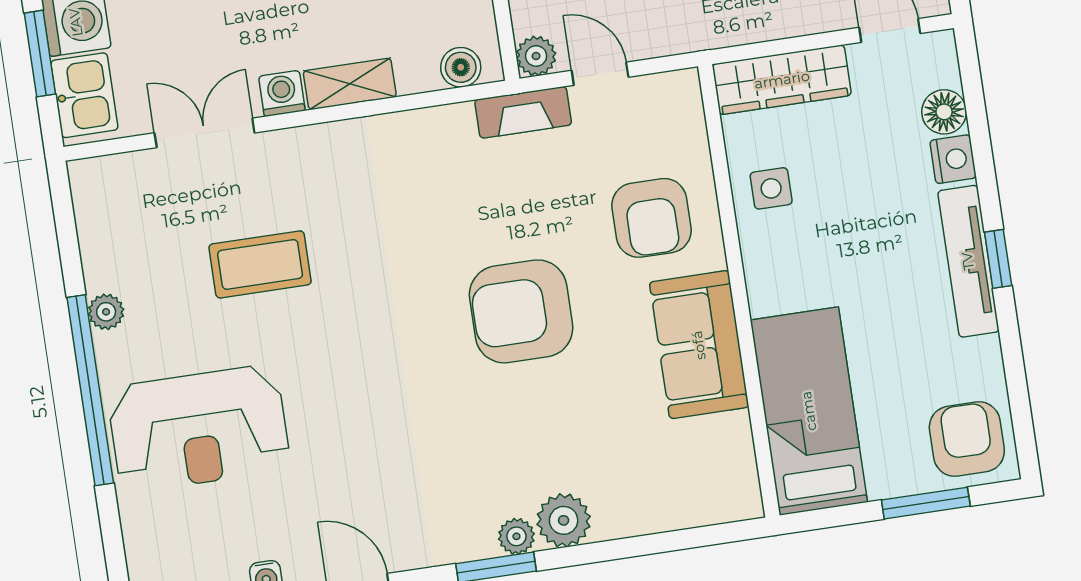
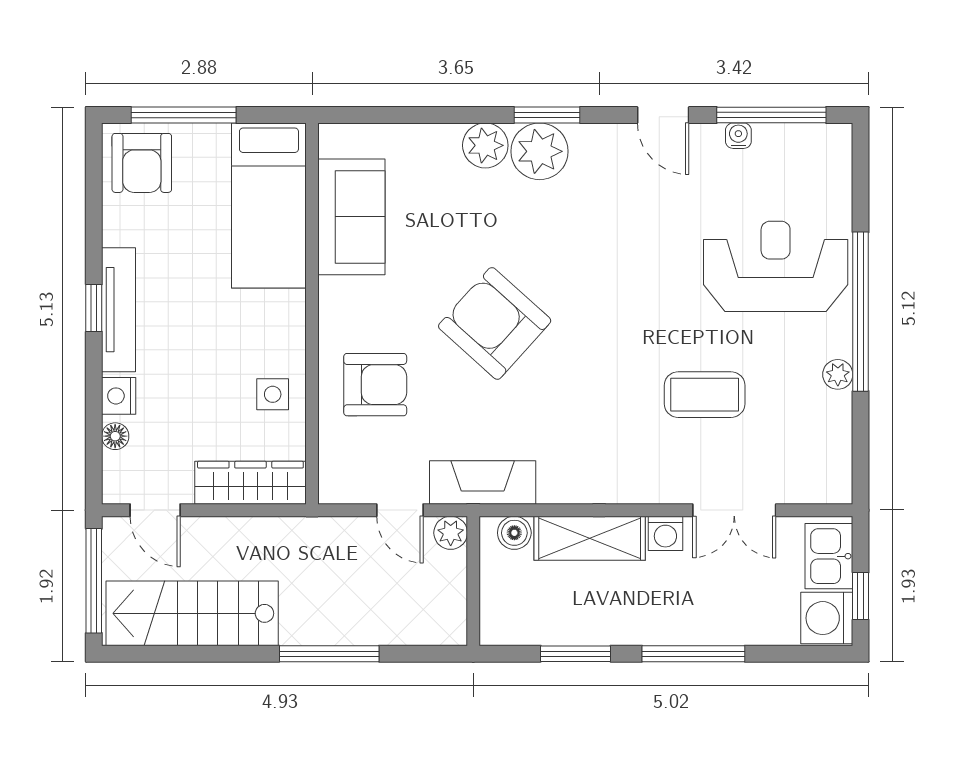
window: (40, 54) -> (861, 596), width x0.67
shelving: (350, 84) -> (590, 538), width x1.50, depth x1.33
fireplace: (523, 112) -> (483, 483), width x1.37, depth x1.32
floor lamp: (944, 112) -> (115, 436), width x0.73, depth x0.73
armchair: (652, 218) -> (375, 385), turned 90
armchair: (521, 311) -> (495, 323), turned -138
sofa: (699, 345) -> (351, 217), moved
window: (926, 503) -> (184, 115), width x1.44
plant: (516, 536) -> (540, 151), width x1.88, depth x1.88

